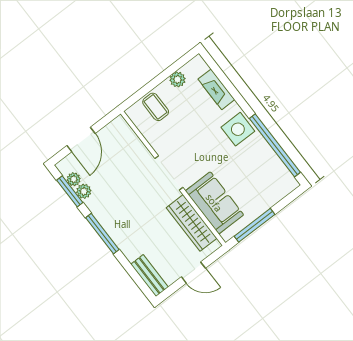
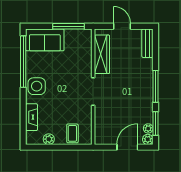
plant: (84, 191) -> (148, 139), moved
sofa: (214, 203) -> (45, 40), moved, turned -90

